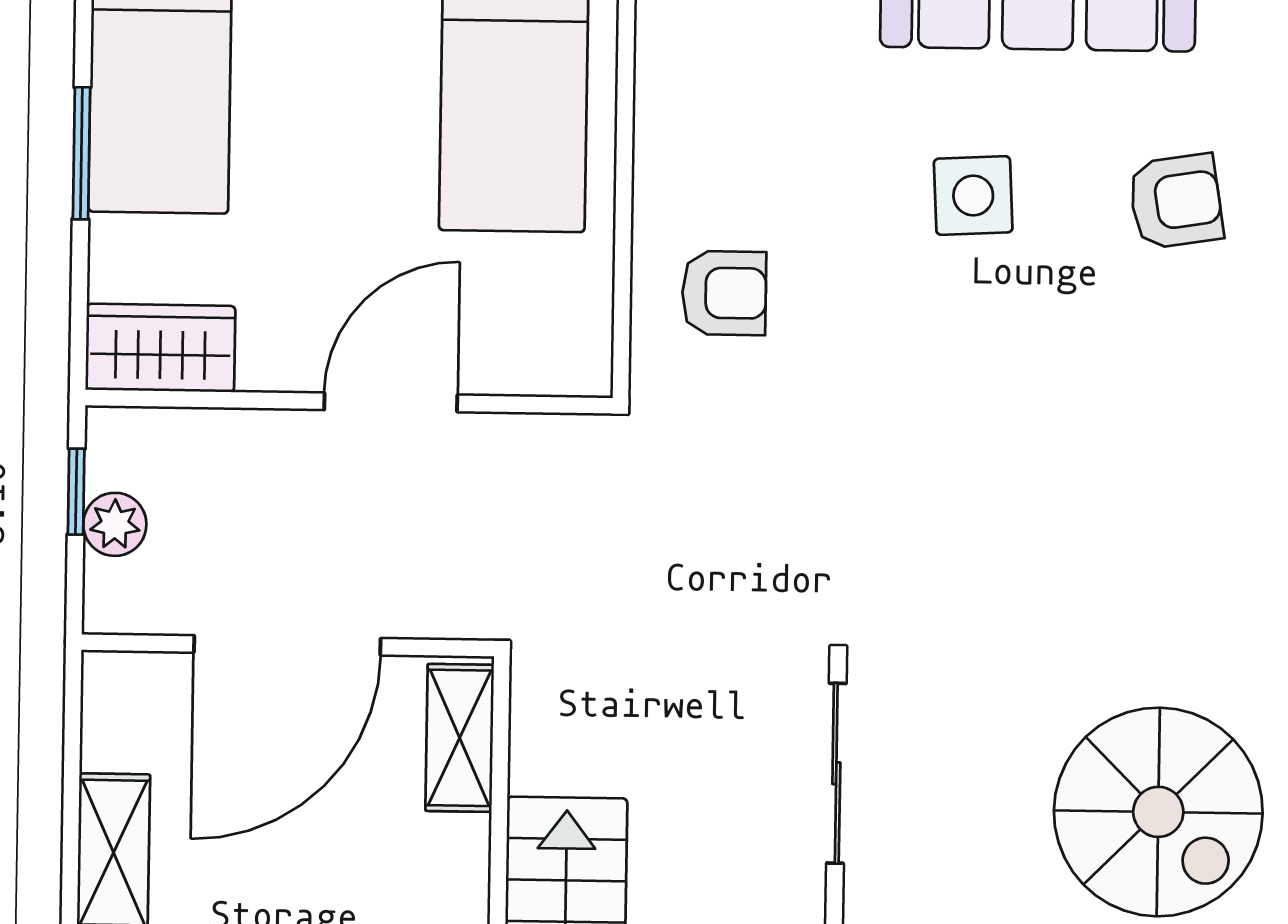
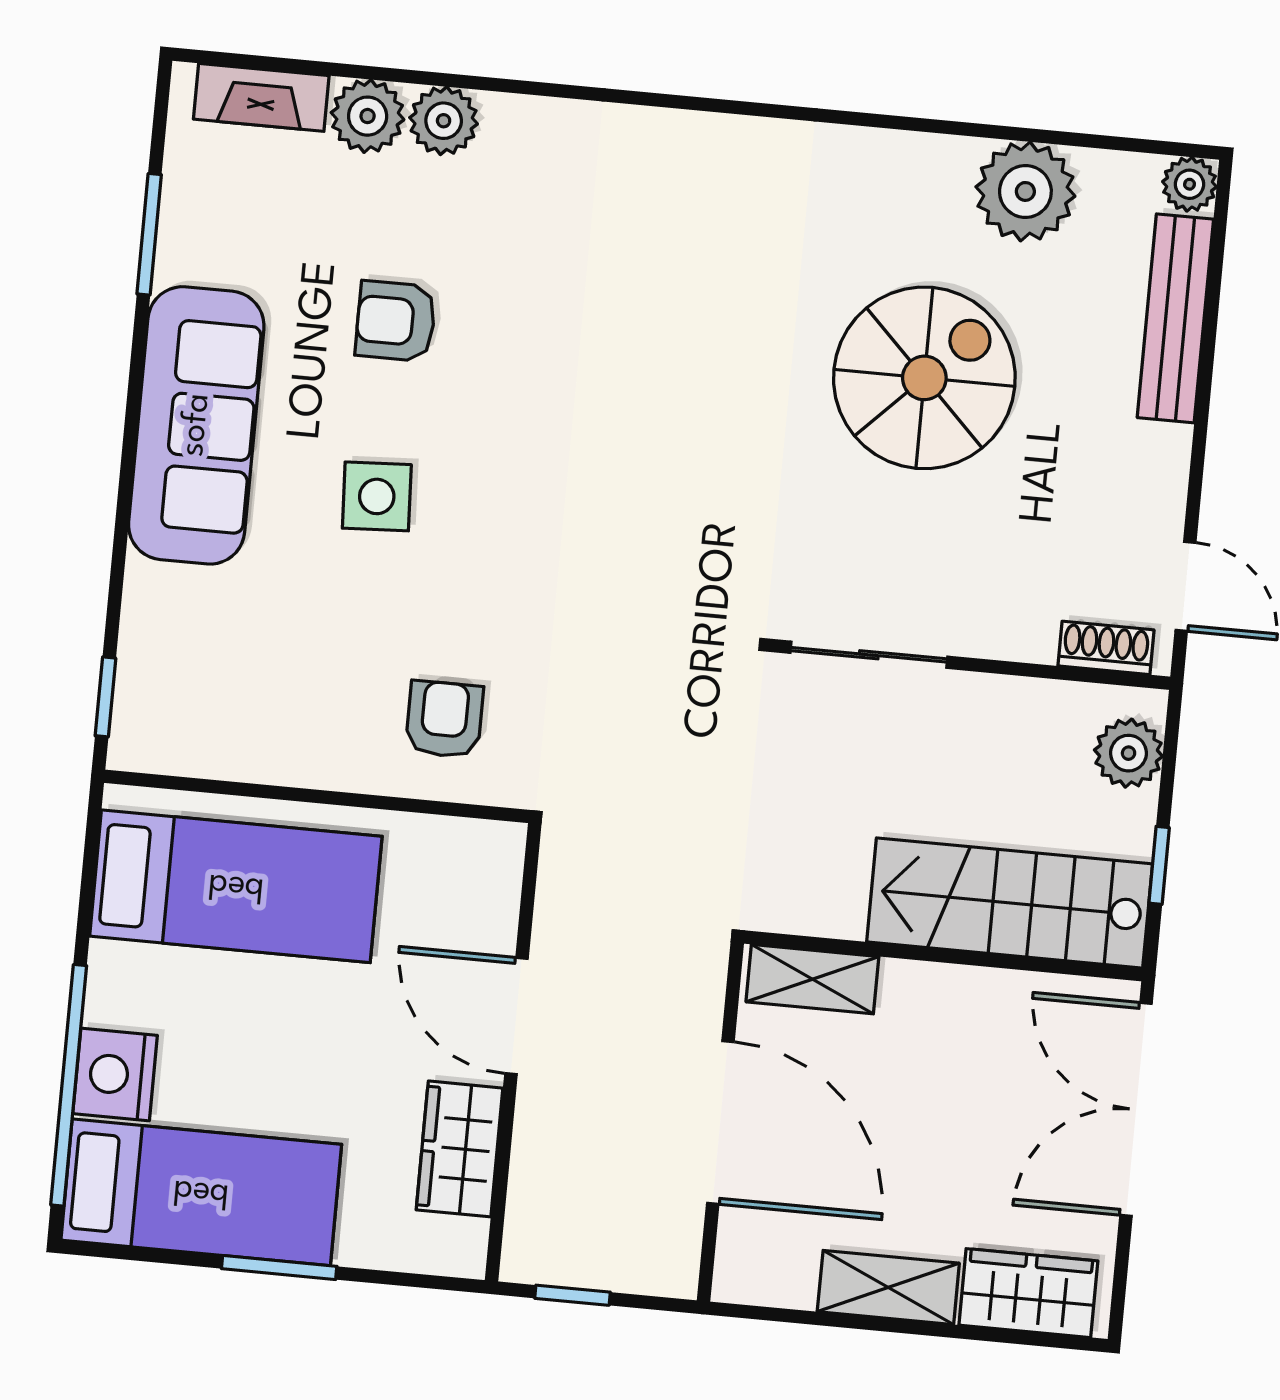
armchair: (1176, 201) -> (396, 321), turned -81
wardrobe: (160, 348) -> (460, 1149), moved
plant: (115, 524) -> (604, 1264), removed

